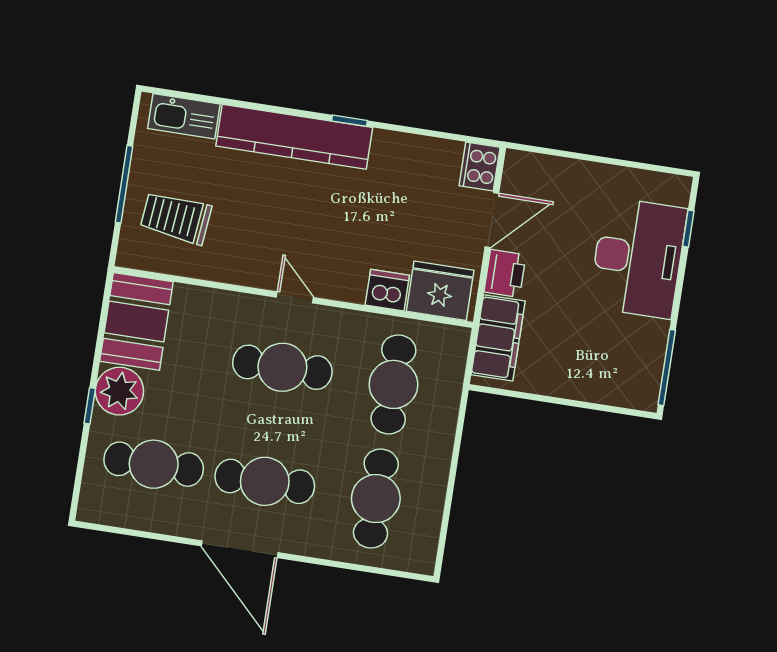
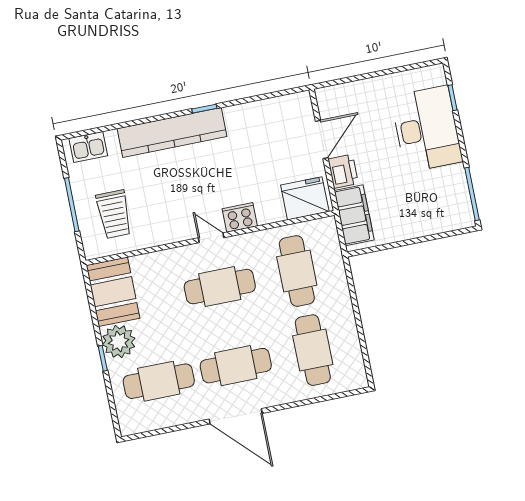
kitchen sink: (184, 116) -> (88, 147), width x0.73
cooker: (480, 167) -> (240, 217), moved, turned 90
trolley: (176, 218) -> (114, 214), turned -96
dishwasher: (387, 290) -> (270, 211), removed

